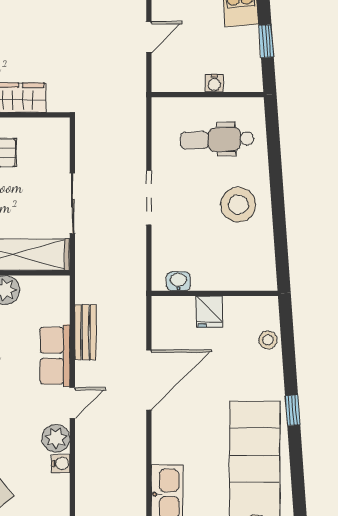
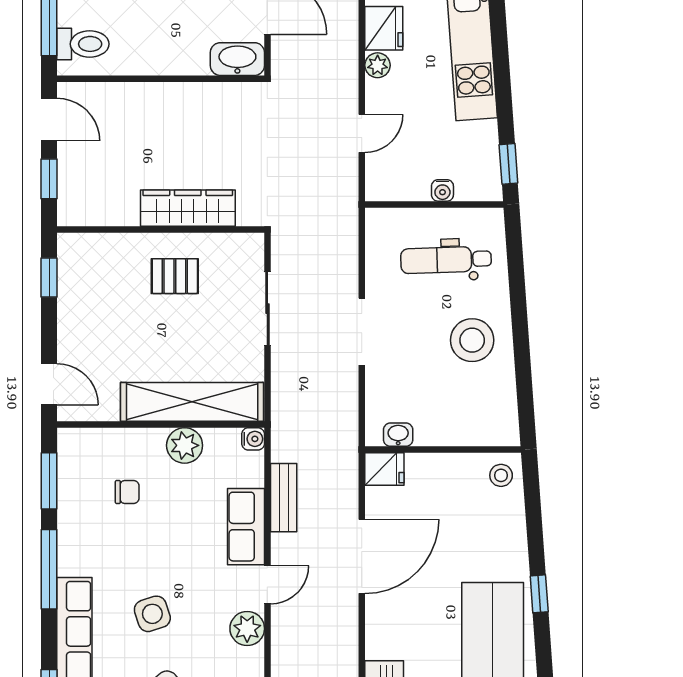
window: (266, 41) -> (508, 164), moved
sliding door: (72, 203) -> (267, 309), moved
fridge: (209, 312) -> (384, 469), moved, turned -90
stool: (268, 340) -> (501, 475), moved
water cooler: (61, 463) -> (253, 439), moved

